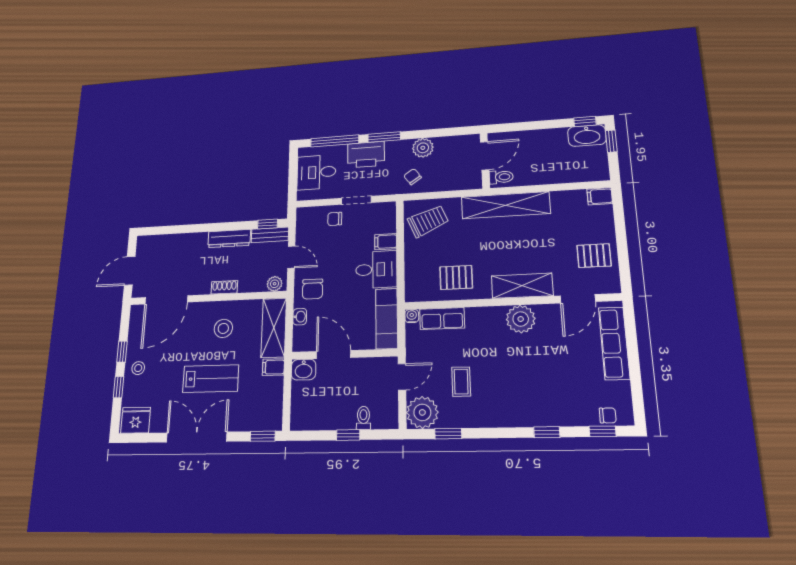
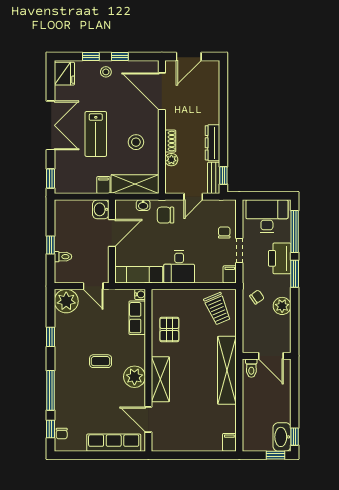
desk: (316, 172) -> (267, 216), width x1.37
filing cabinet: (386, 242) -> (230, 274), moved
pallet: (594, 256) -> (182, 434), removed
door: (130, 271) -> (189, 57), swing flipped
plant: (275, 284) -> (171, 160), moved
coffee table: (461, 382) -> (101, 361), moved
window: (547, 432) -> (51, 390), width x2.17
window: (448, 434) -> (51, 337), moved

